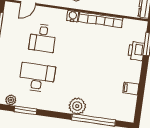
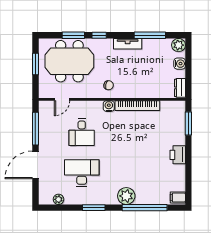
printer: (136, 51) -> (178, 155), moved
filing cabinet: (131, 88) -> (178, 197), moved
window: (25, 110) -> (94, 208), moved

